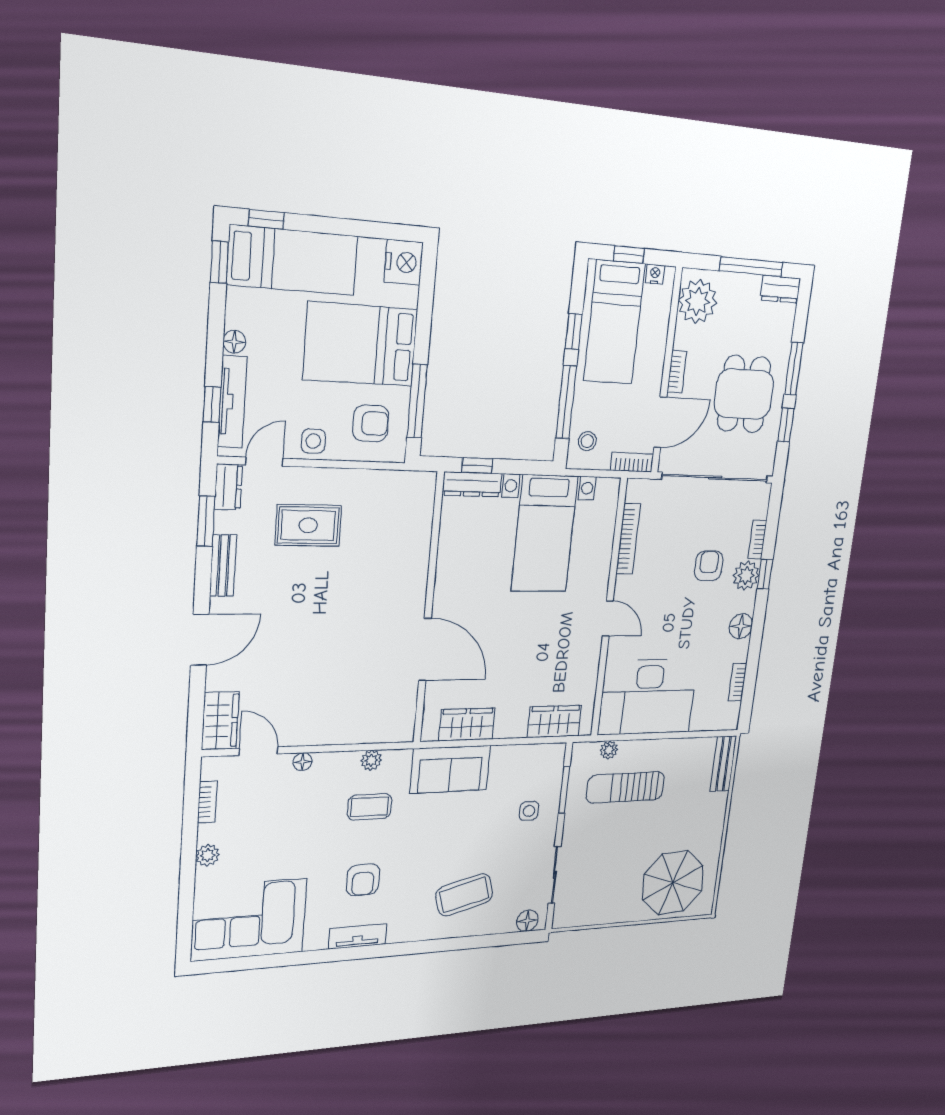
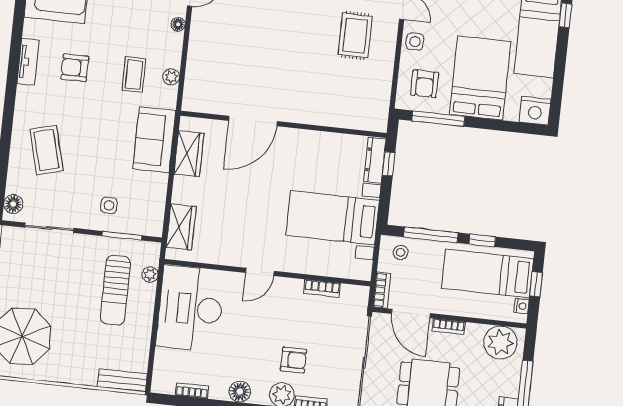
bookcase: (628, 539) -> (322, 288), width x0.64
sun lounger: (626, 787) -> (115, 290), turned 180

